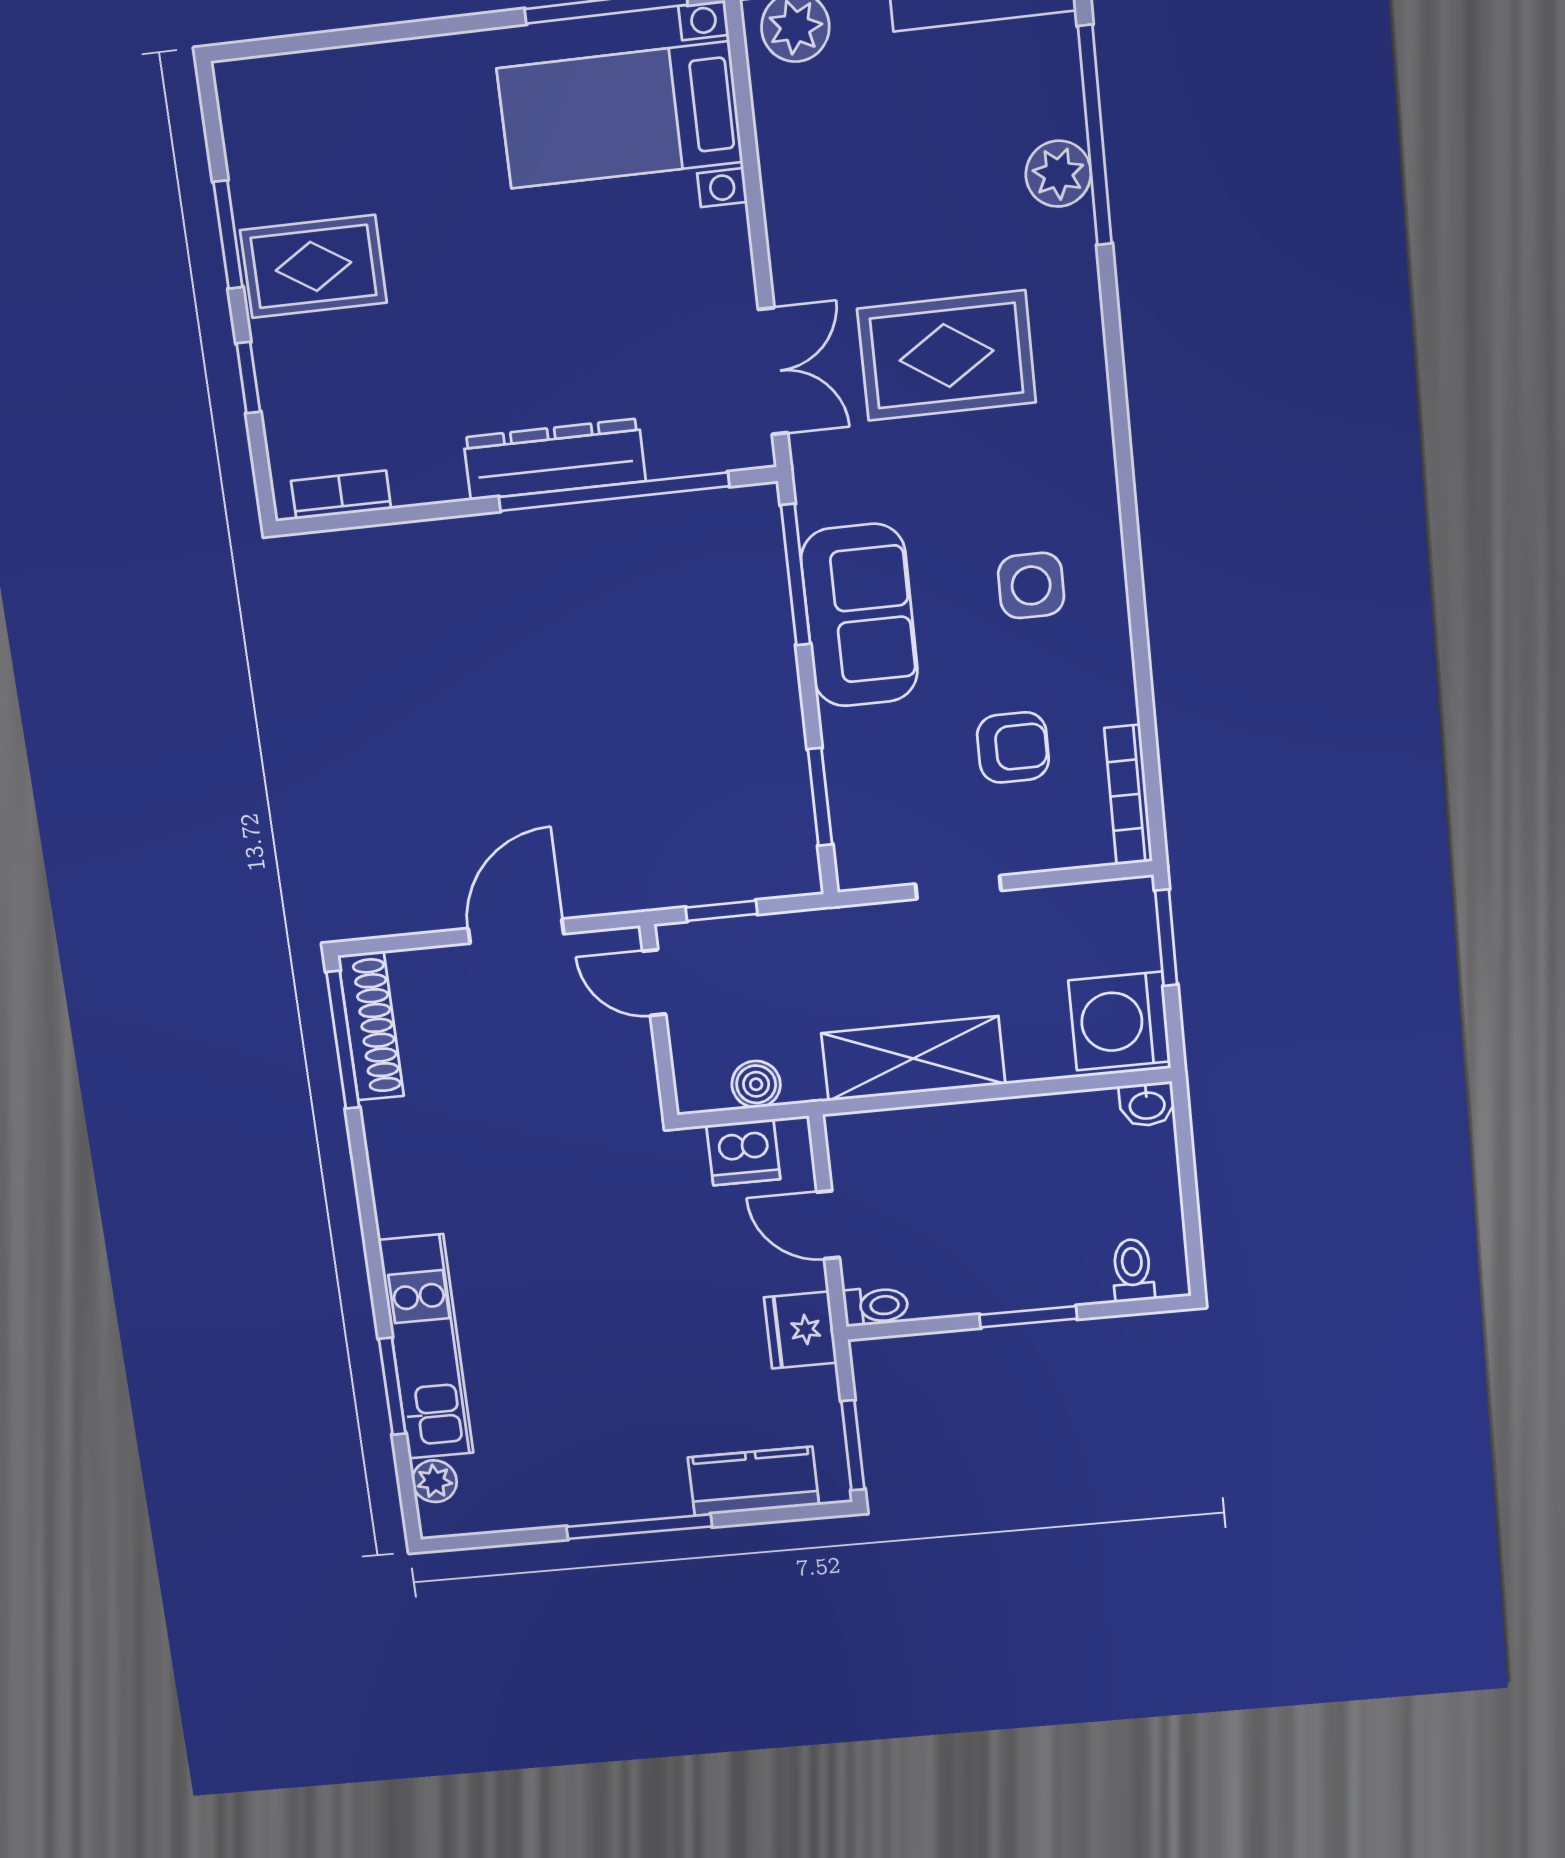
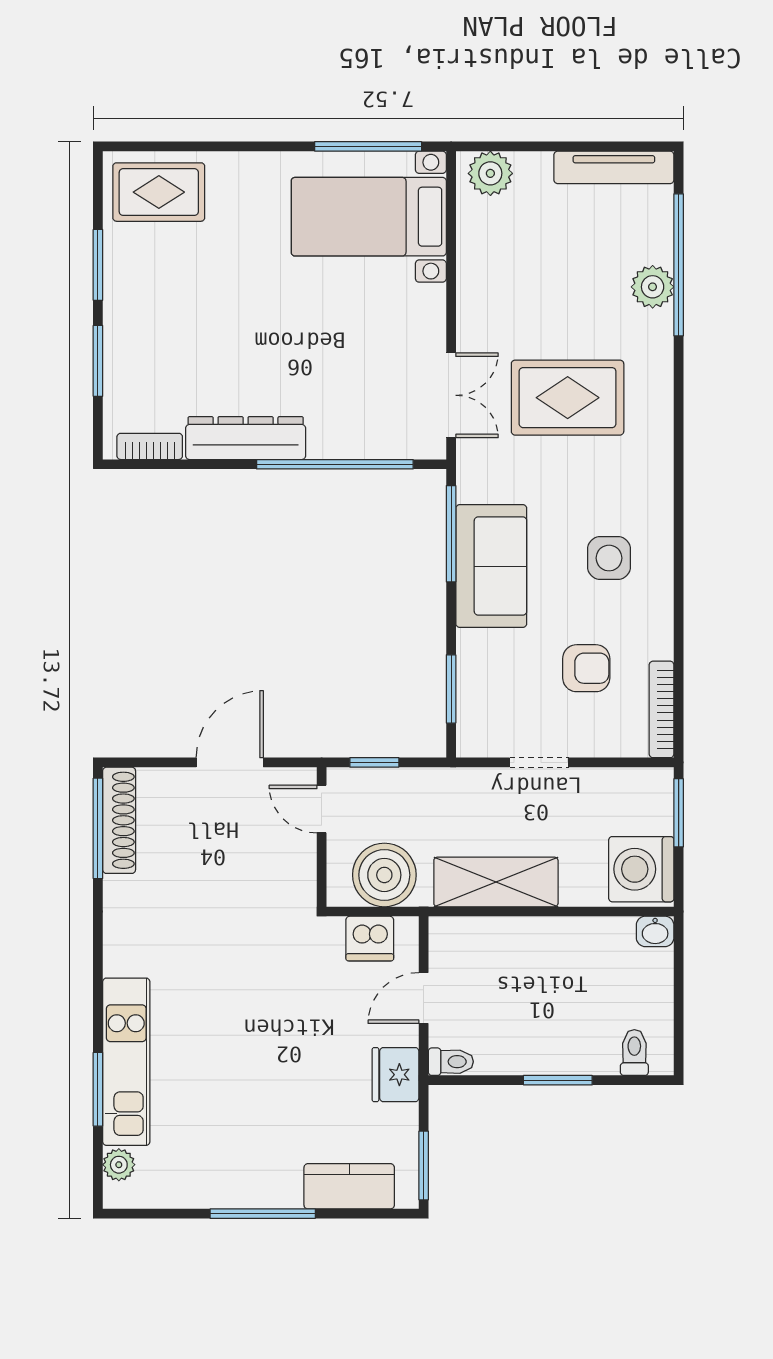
rug: (313, 266) -> (159, 192), moved
window: (248, 378) -> (98, 361), width x1.50
dresser: (554, 459) -> (246, 438), moved
boiler: (756, 1084) -> (384, 875), width x1.86, depth x1.86
door: (828, 1225) -> (424, 998), hinge flipped

